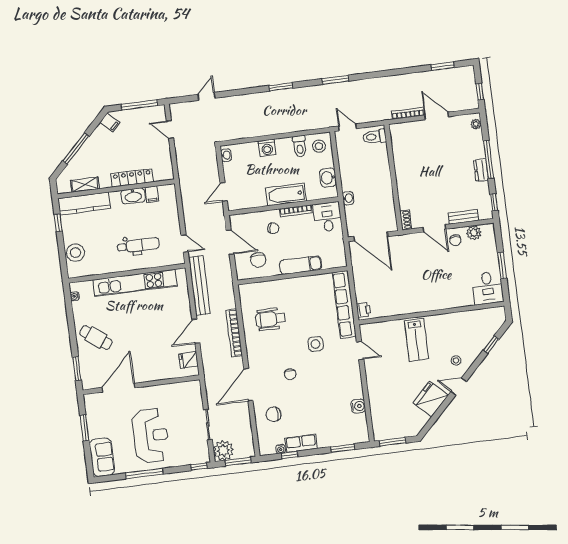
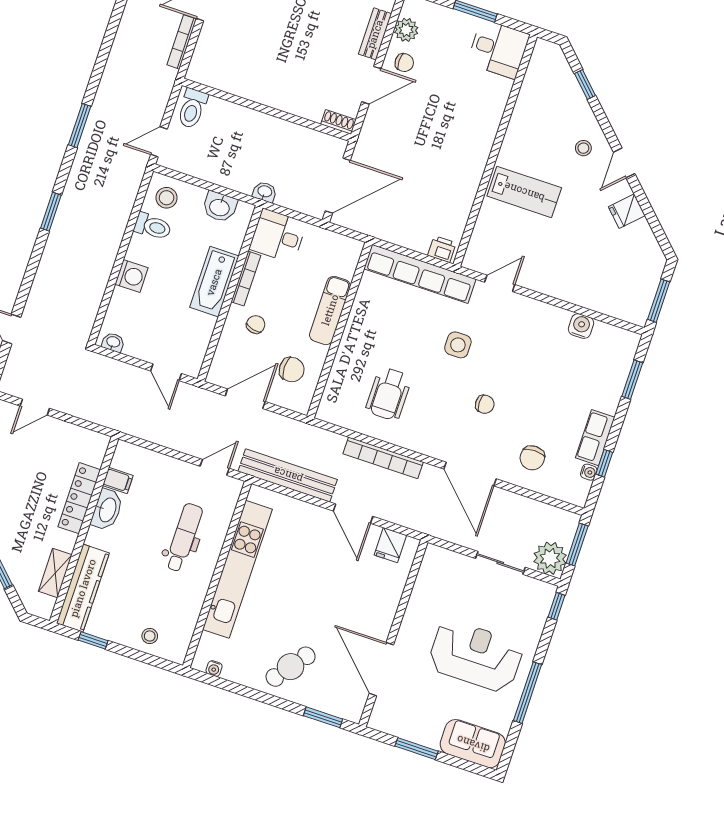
stool: (75, 253) -> (150, 636), width x0.53, depth x0.53
fridge: (431, 399) -> (627, 211), width x0.53, depth x0.75

